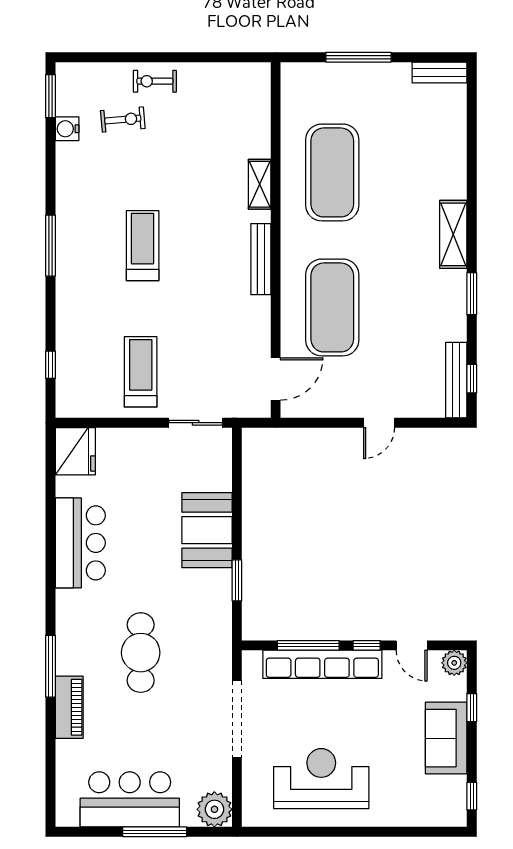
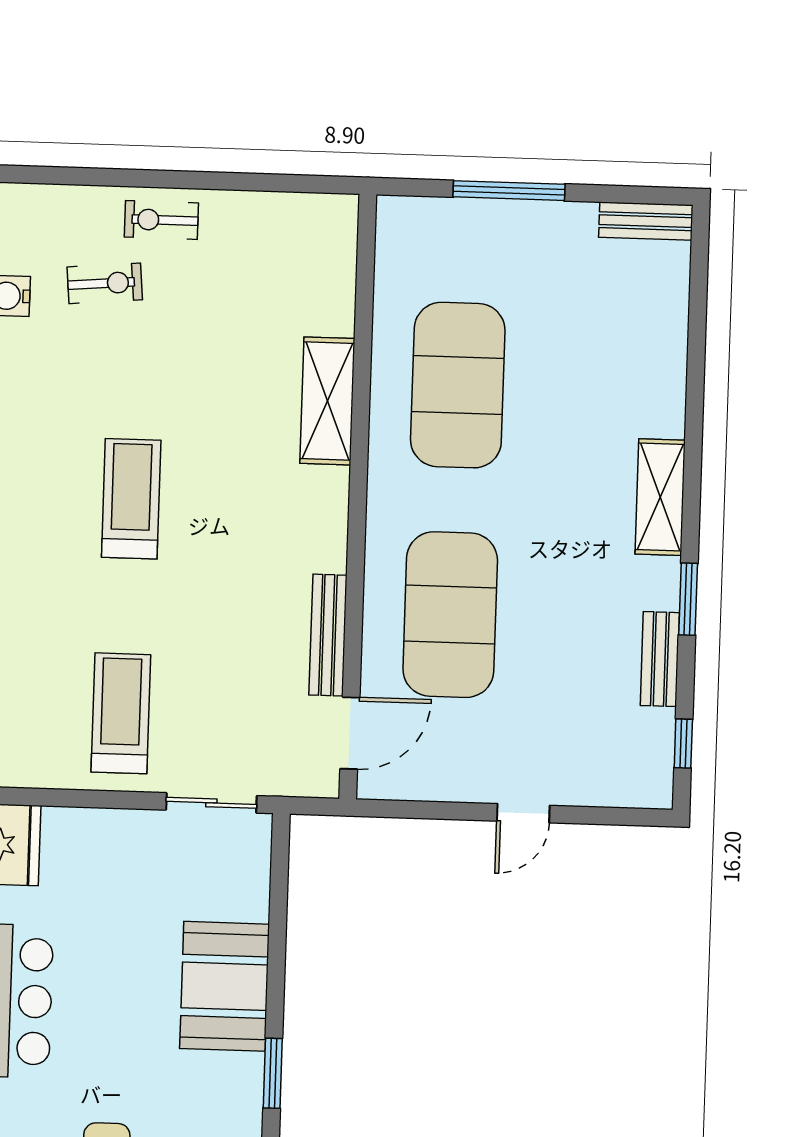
shelving: (260, 184) -> (327, 401), width x1.50, depth x1.33
bench: (261, 259) -> (328, 635), moved
bench: (456, 380) -> (660, 659), moved, width x0.73

